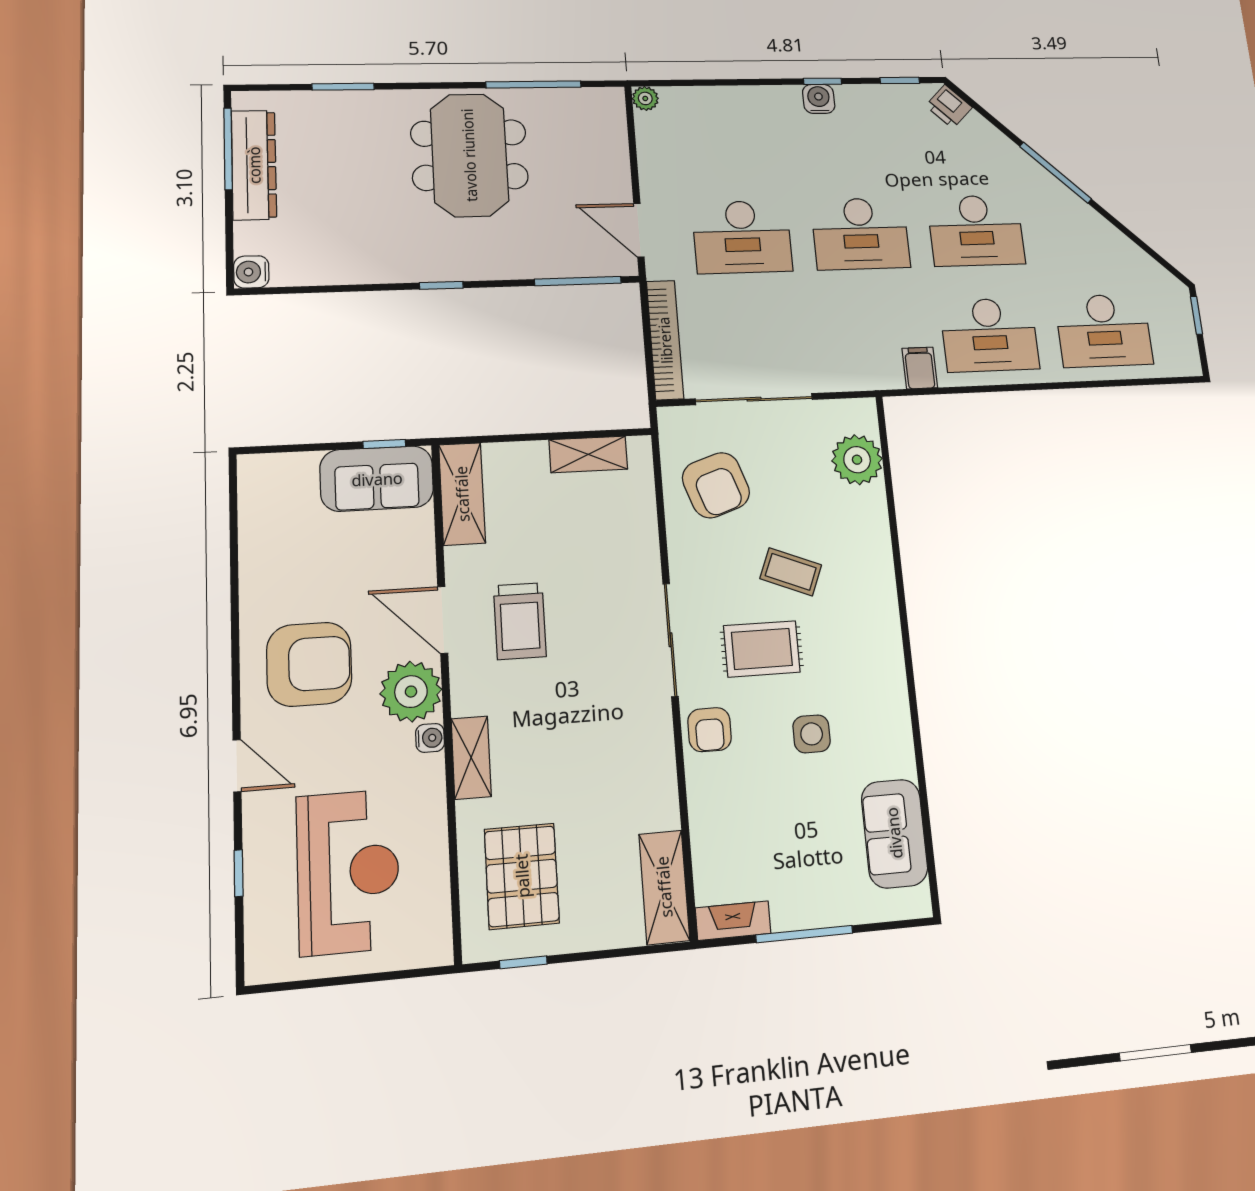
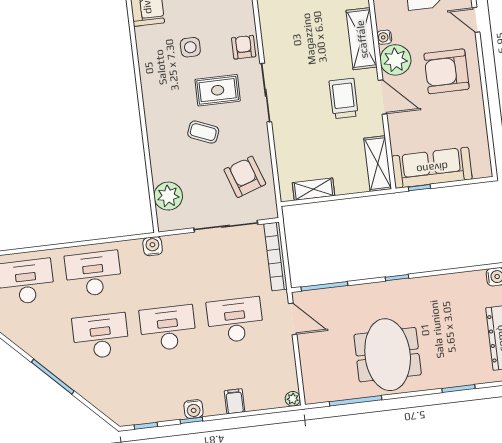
printer: (949, 107) -> (117, 412), removed
filing cabinet: (920, 368) -> (235, 401), moved, turned 180
water cooler: (886, 374) -> (153, 246), added
sofa: (377, 479) -> (432, 168), width x1.36
shelving: (471, 758) -> (362, 39), width x1.50, depth x1.33

